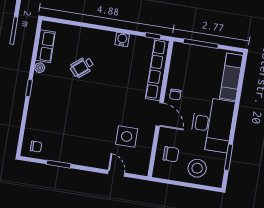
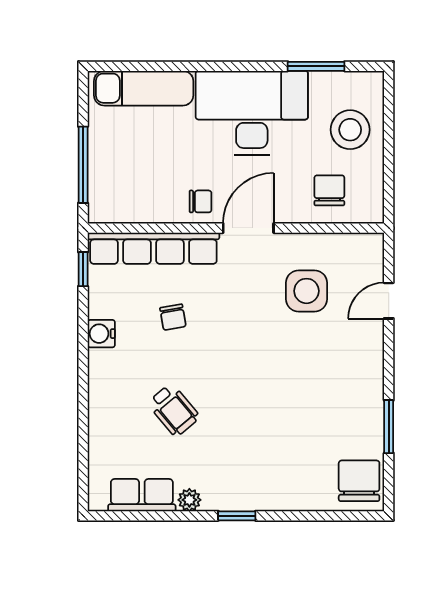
chair: (124, 73) -> (173, 317), added
chair: (36, 147) -> (359, 481), width x1.87, depth x1.87

